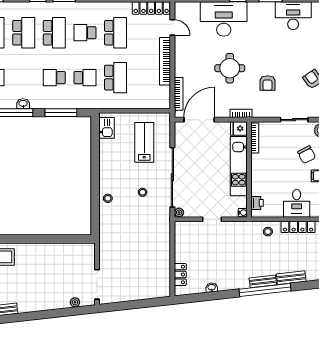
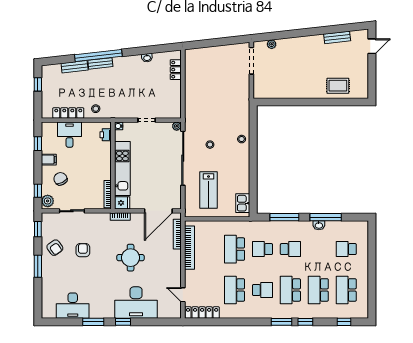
bookcase: (165, 61) -> (189, 248), moved
armchair: (268, 83) -> (83, 250), moved

